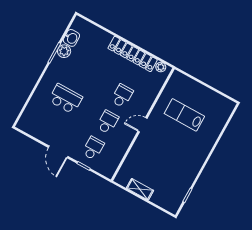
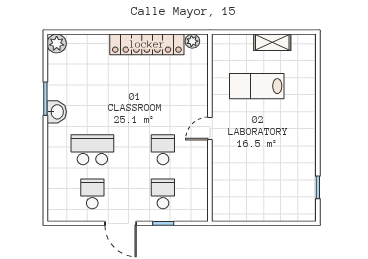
washbasin: (71, 38) -> (57, 112), moved
plant: (64, 51) -> (57, 44), moved
school desk: (122, 96) -> (92, 194), moved
shelving: (140, 189) -> (272, 42), moved

